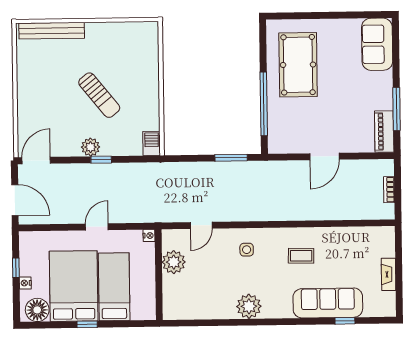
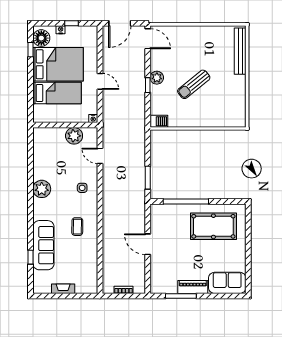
piano: (384, 131) -> (193, 287), moved
window: (87, 324) -> (31, 50), moved

